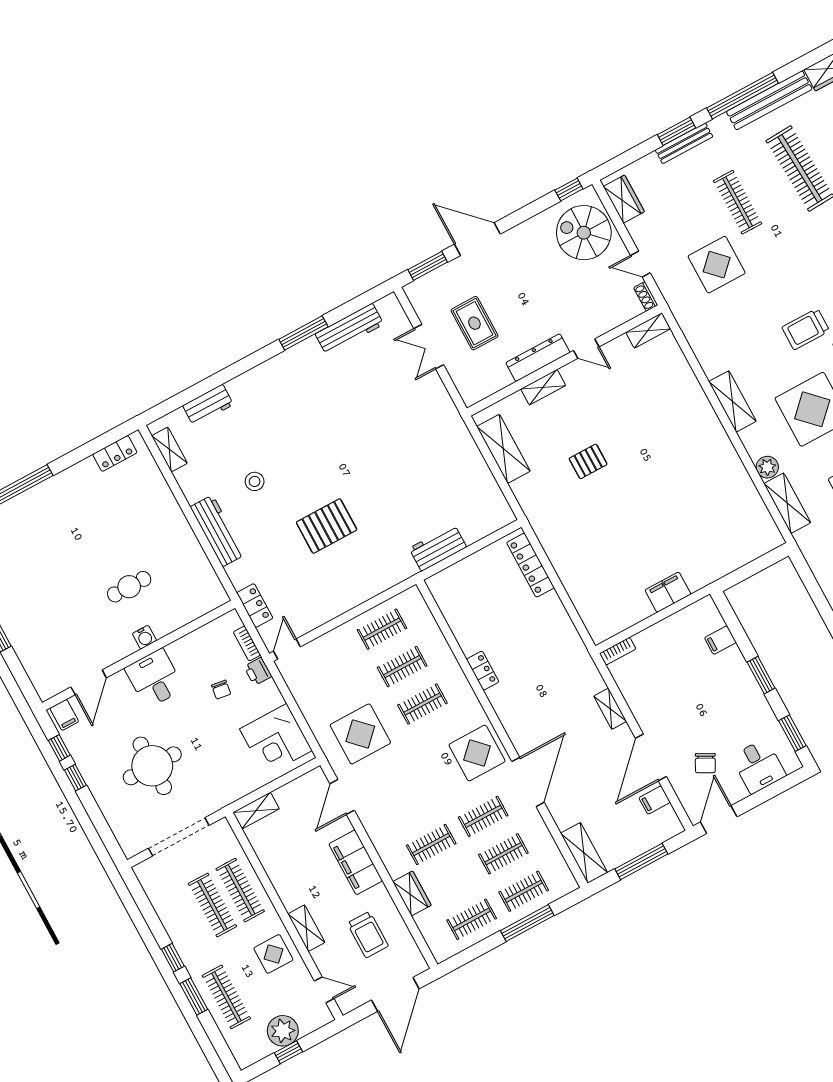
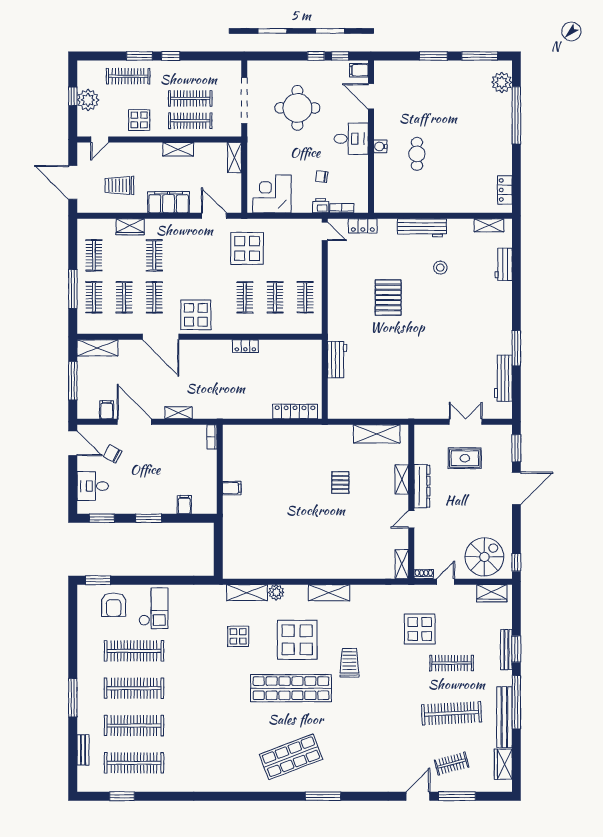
filing cabinet: (668, 592) -> (232, 488), width x0.50
shelving: (306, 928) -> (178, 149), moved

